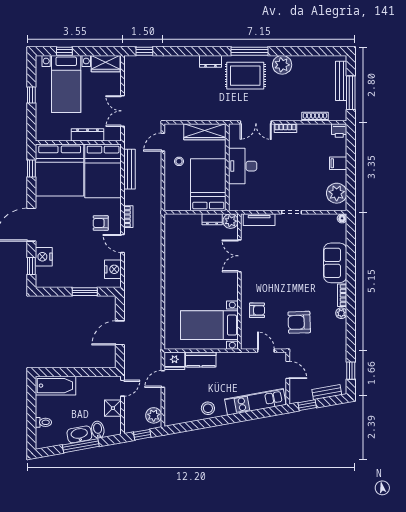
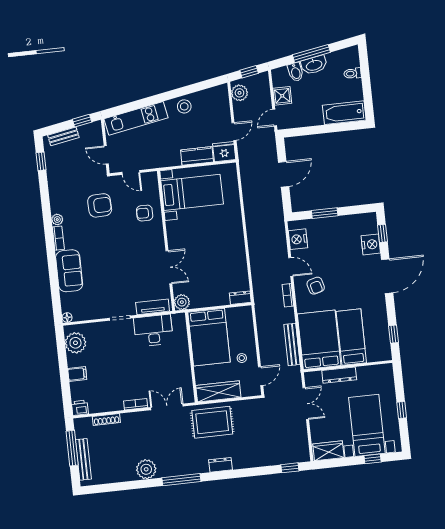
rug: (245, 76) -> (212, 422), moved
desk: (243, 166) -> (153, 330), moved, turned -90
bed: (60, 170) -> (351, 337), width x0.49
dresser: (212, 219) -> (240, 298), moved
armchair: (101, 223) -> (316, 286), turned 75

